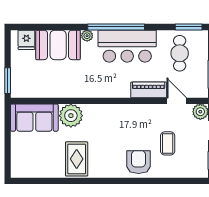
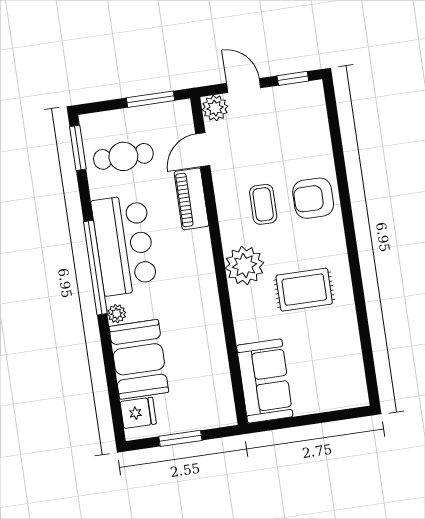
window: (8, 81) -> (180, 438), moved
plant: (71, 116) -> (245, 266), moved
coffee table: (168, 143) -> (263, 204), moved, turned 90
rug: (77, 159) -> (304, 290), moved

